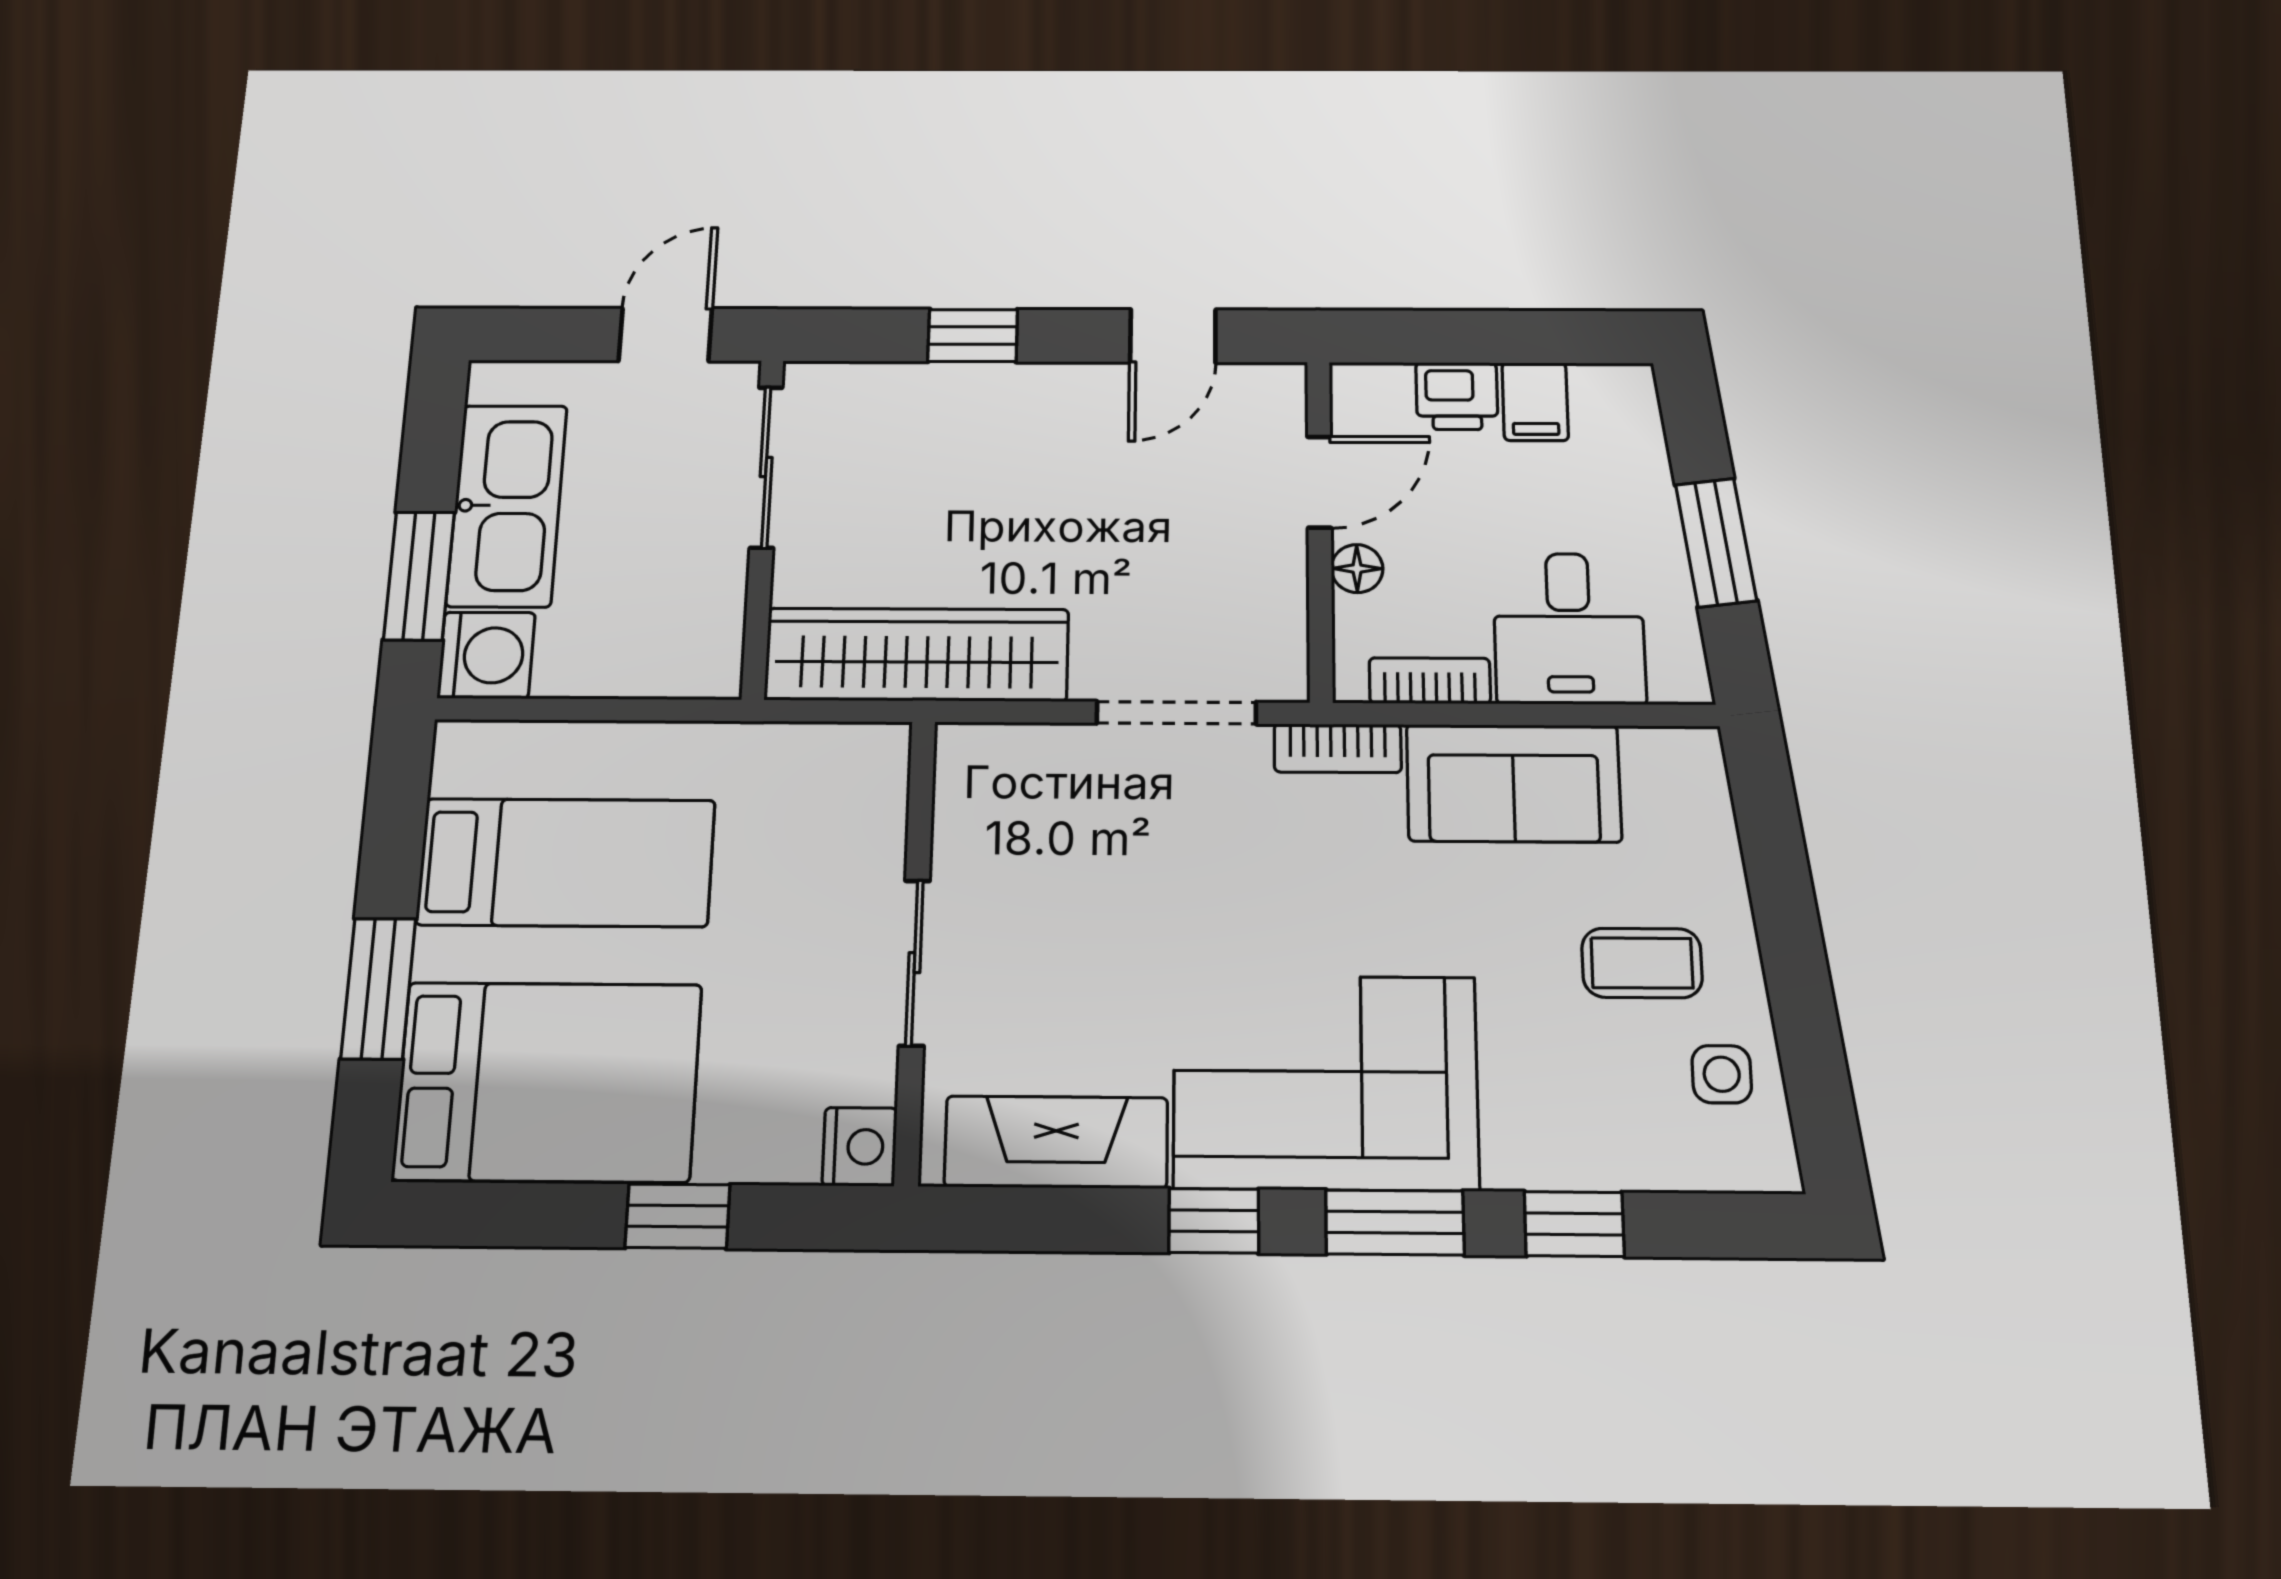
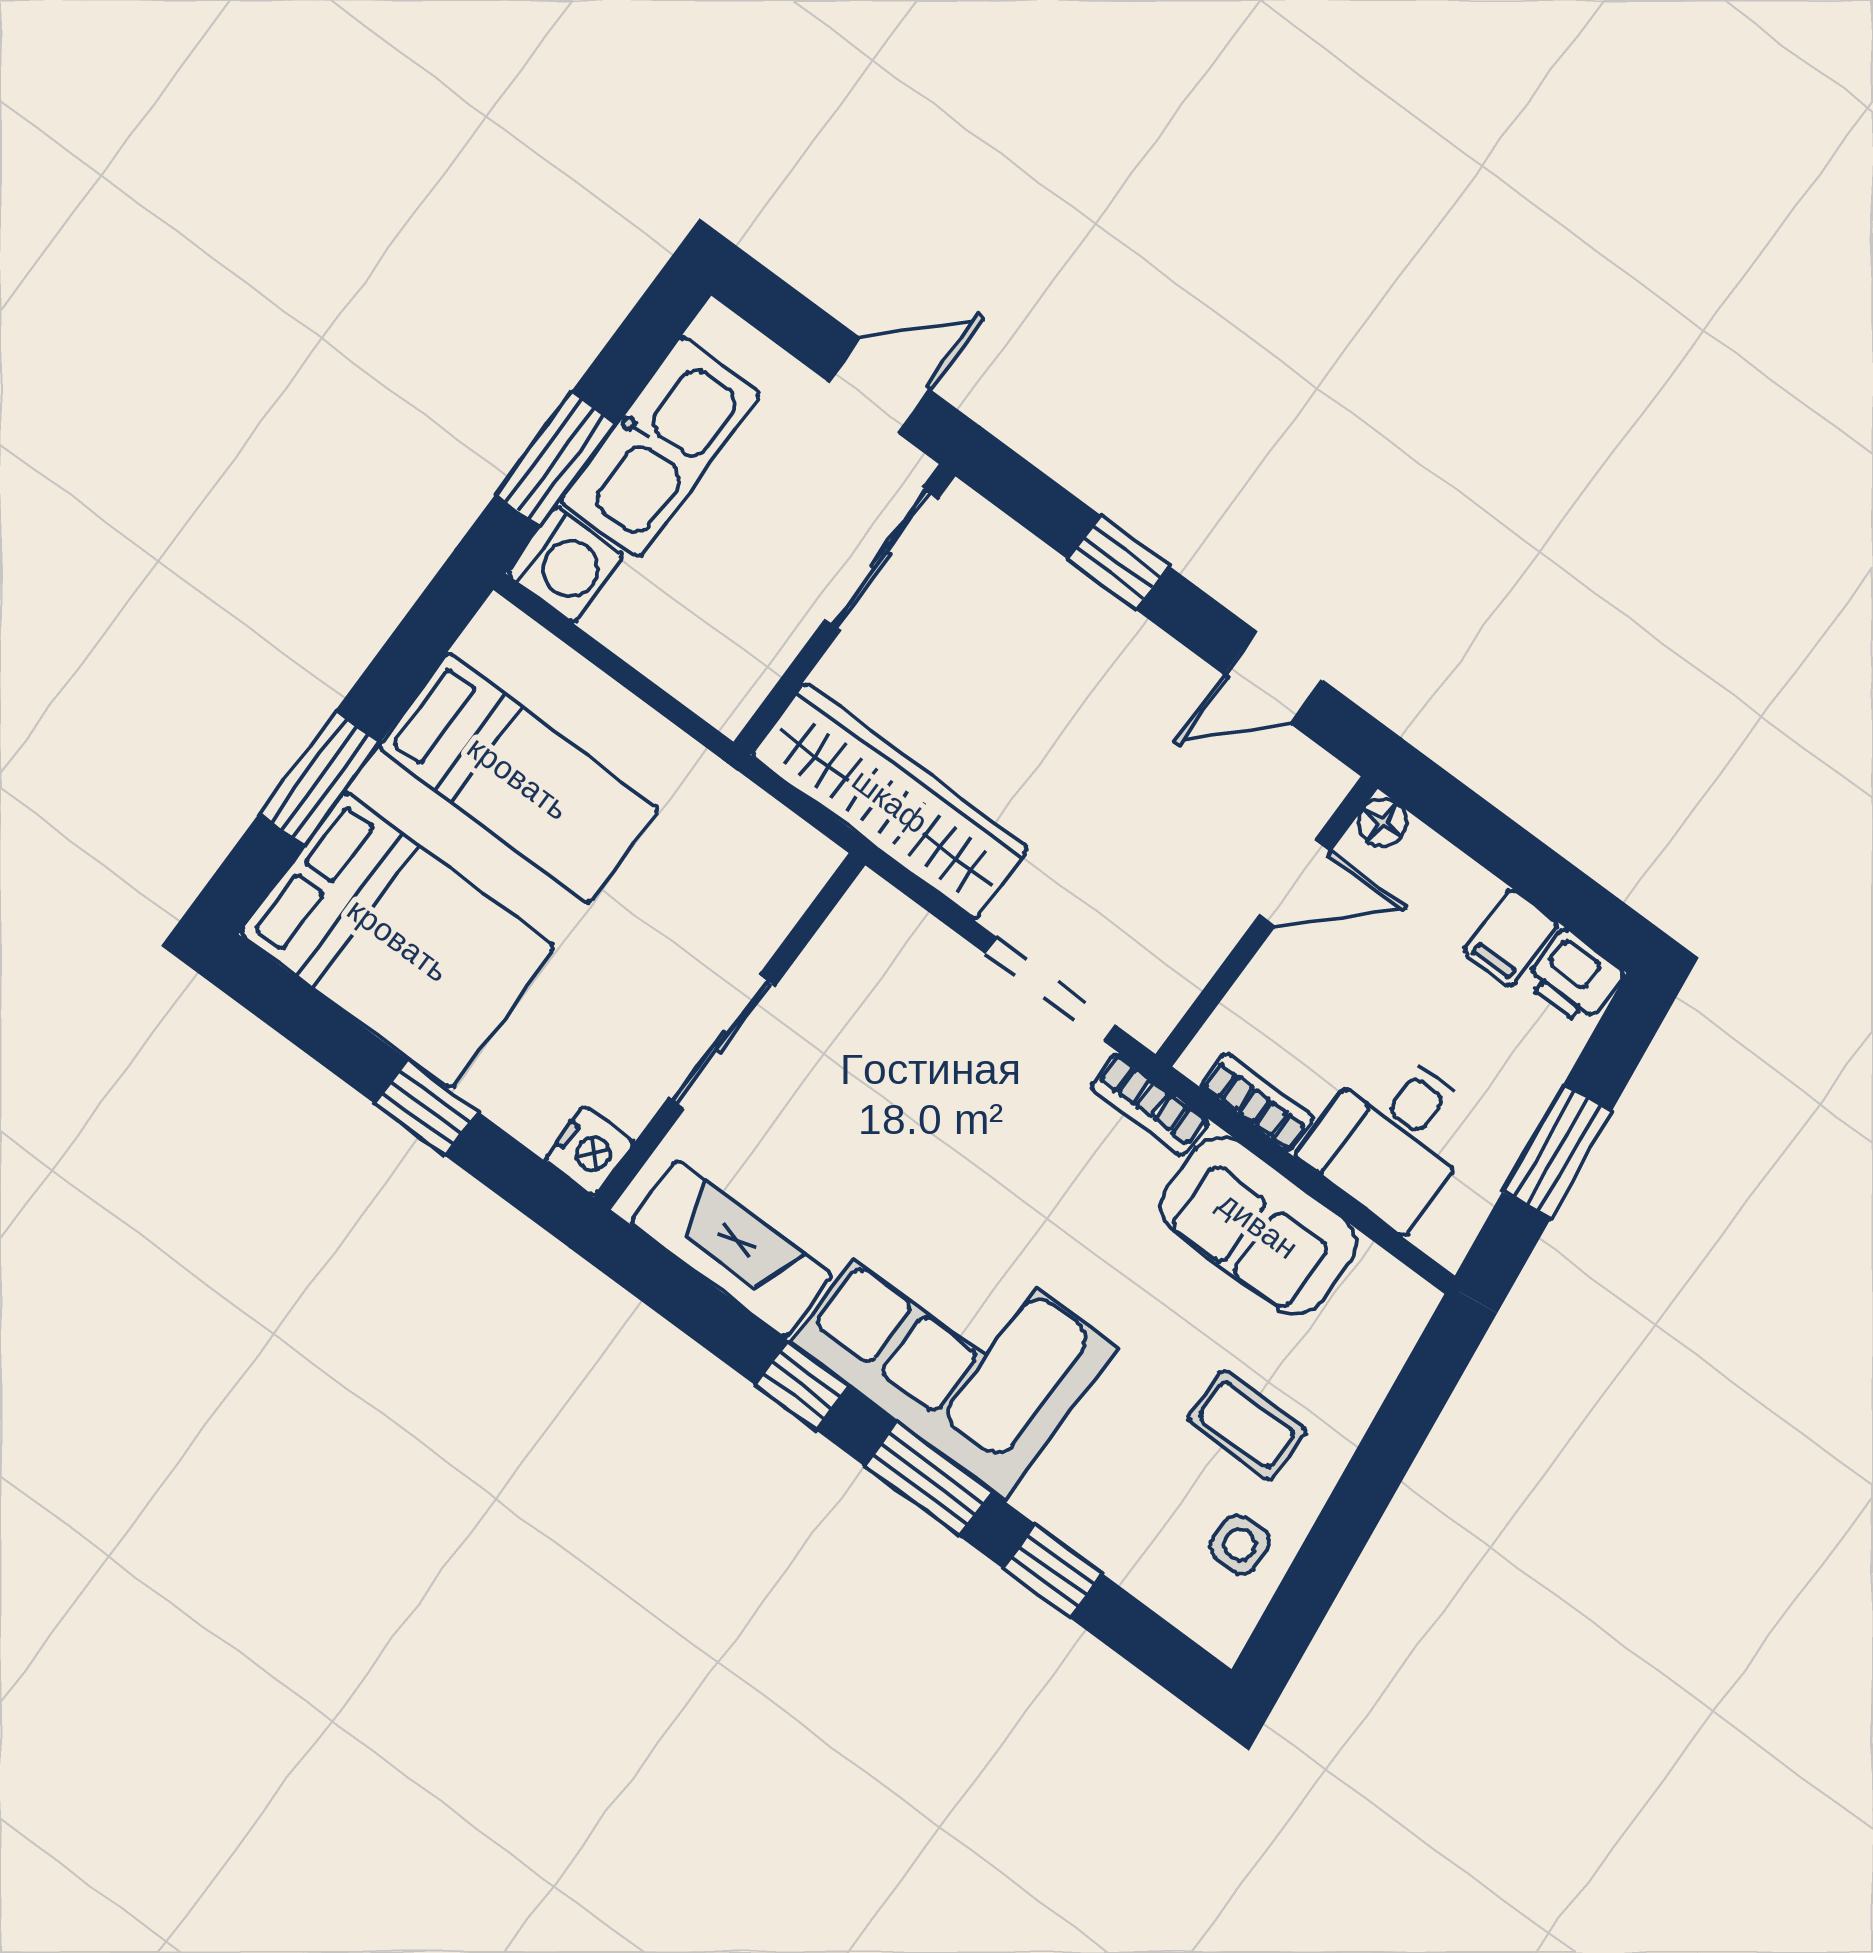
printer: (1457, 396) -> (1574, 977), moved
floor lamp: (1357, 569) -> (1383, 822), moved

